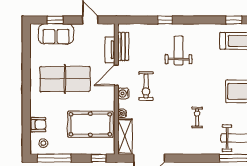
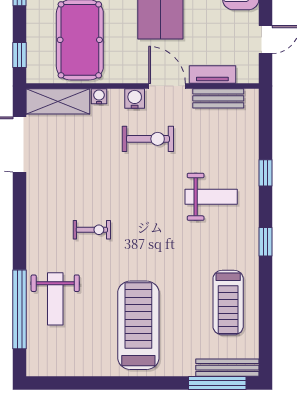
window: (234, 20) -> (265, 242), moved
exercise bike: (146, 86) -> (148, 139), turned 180

